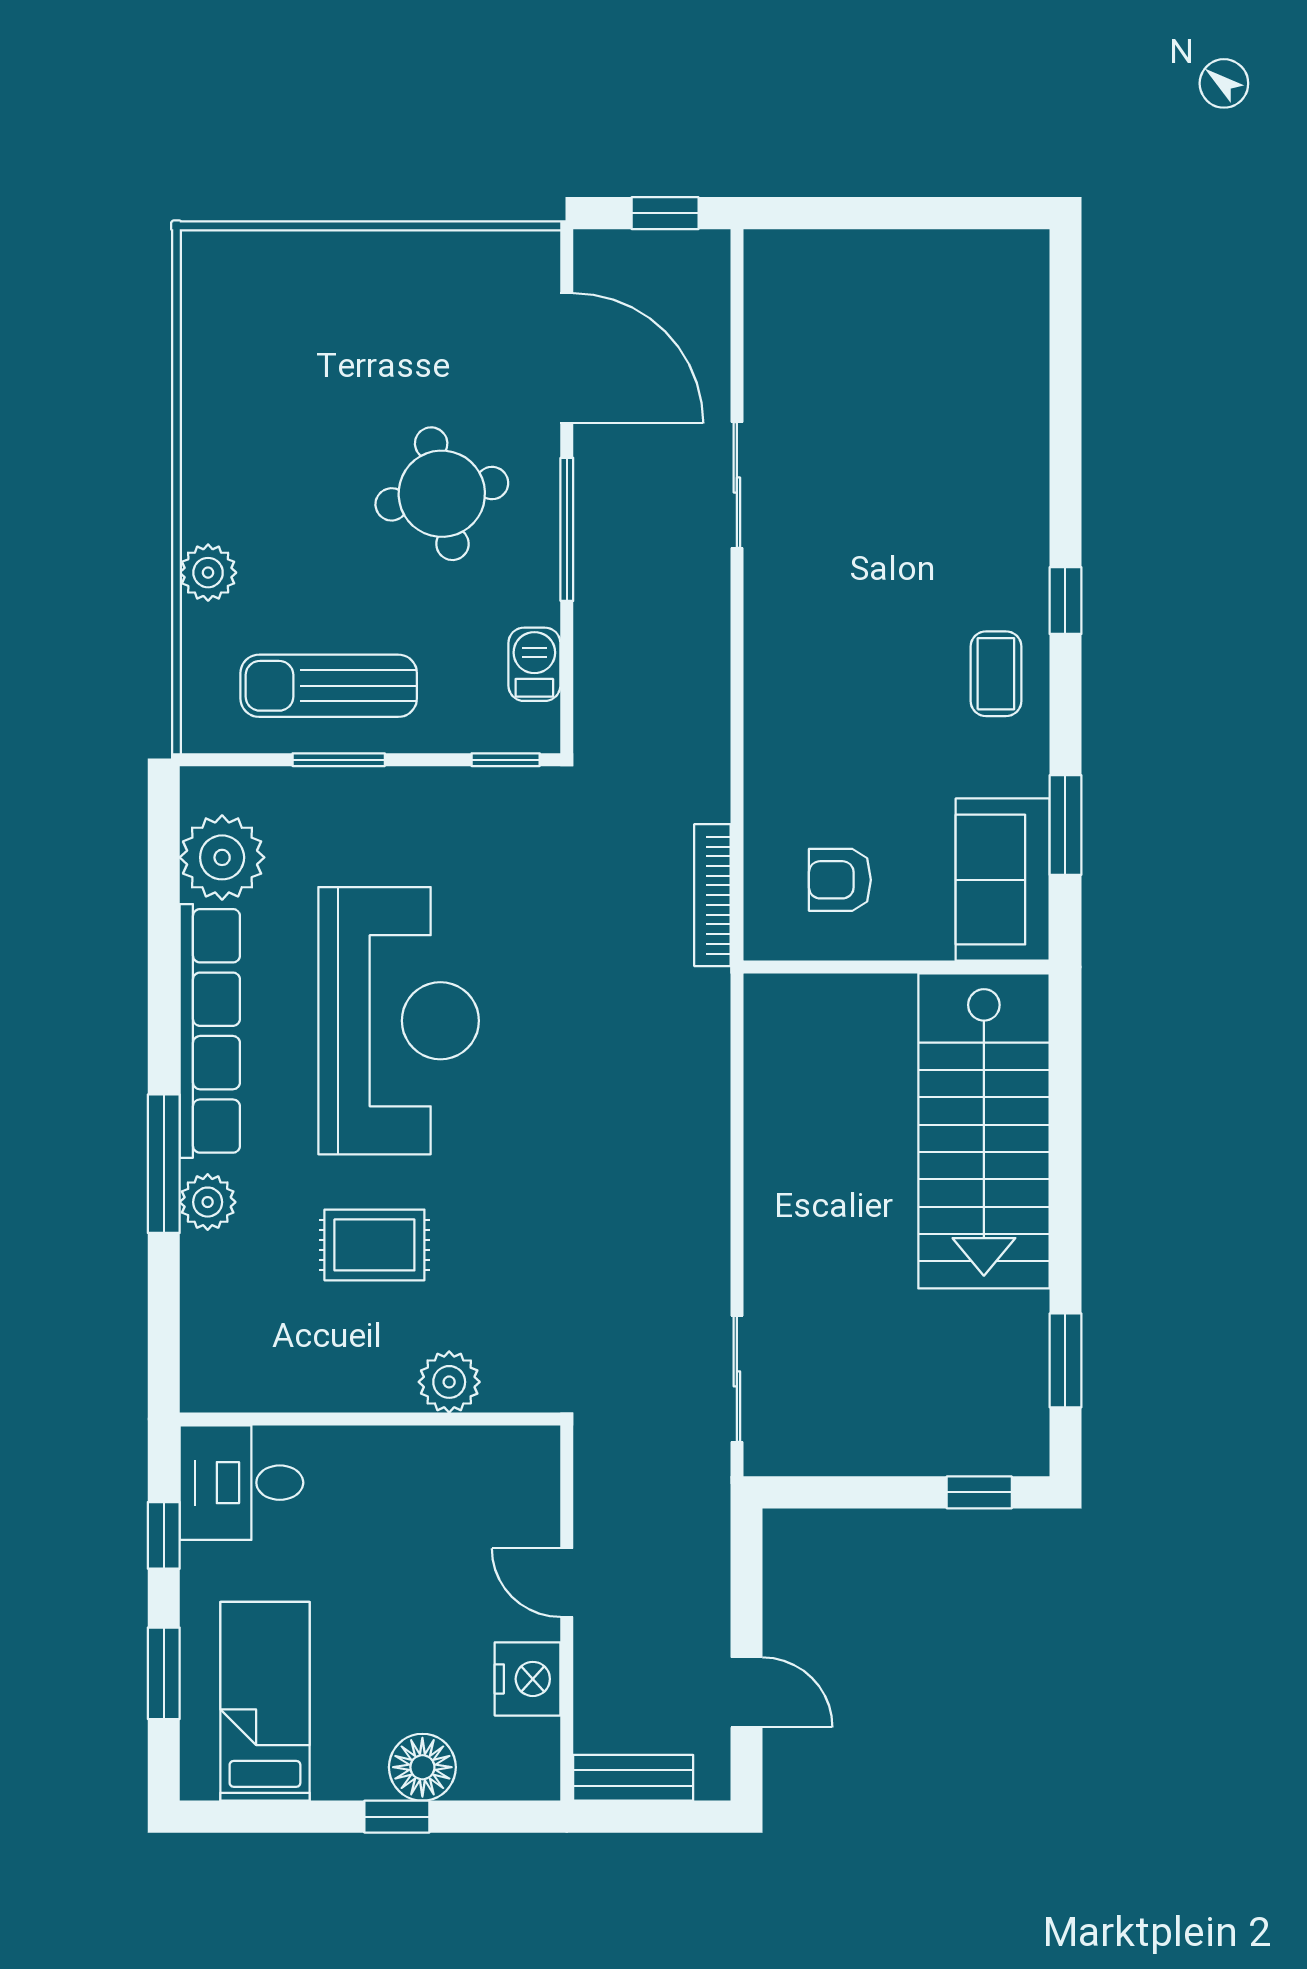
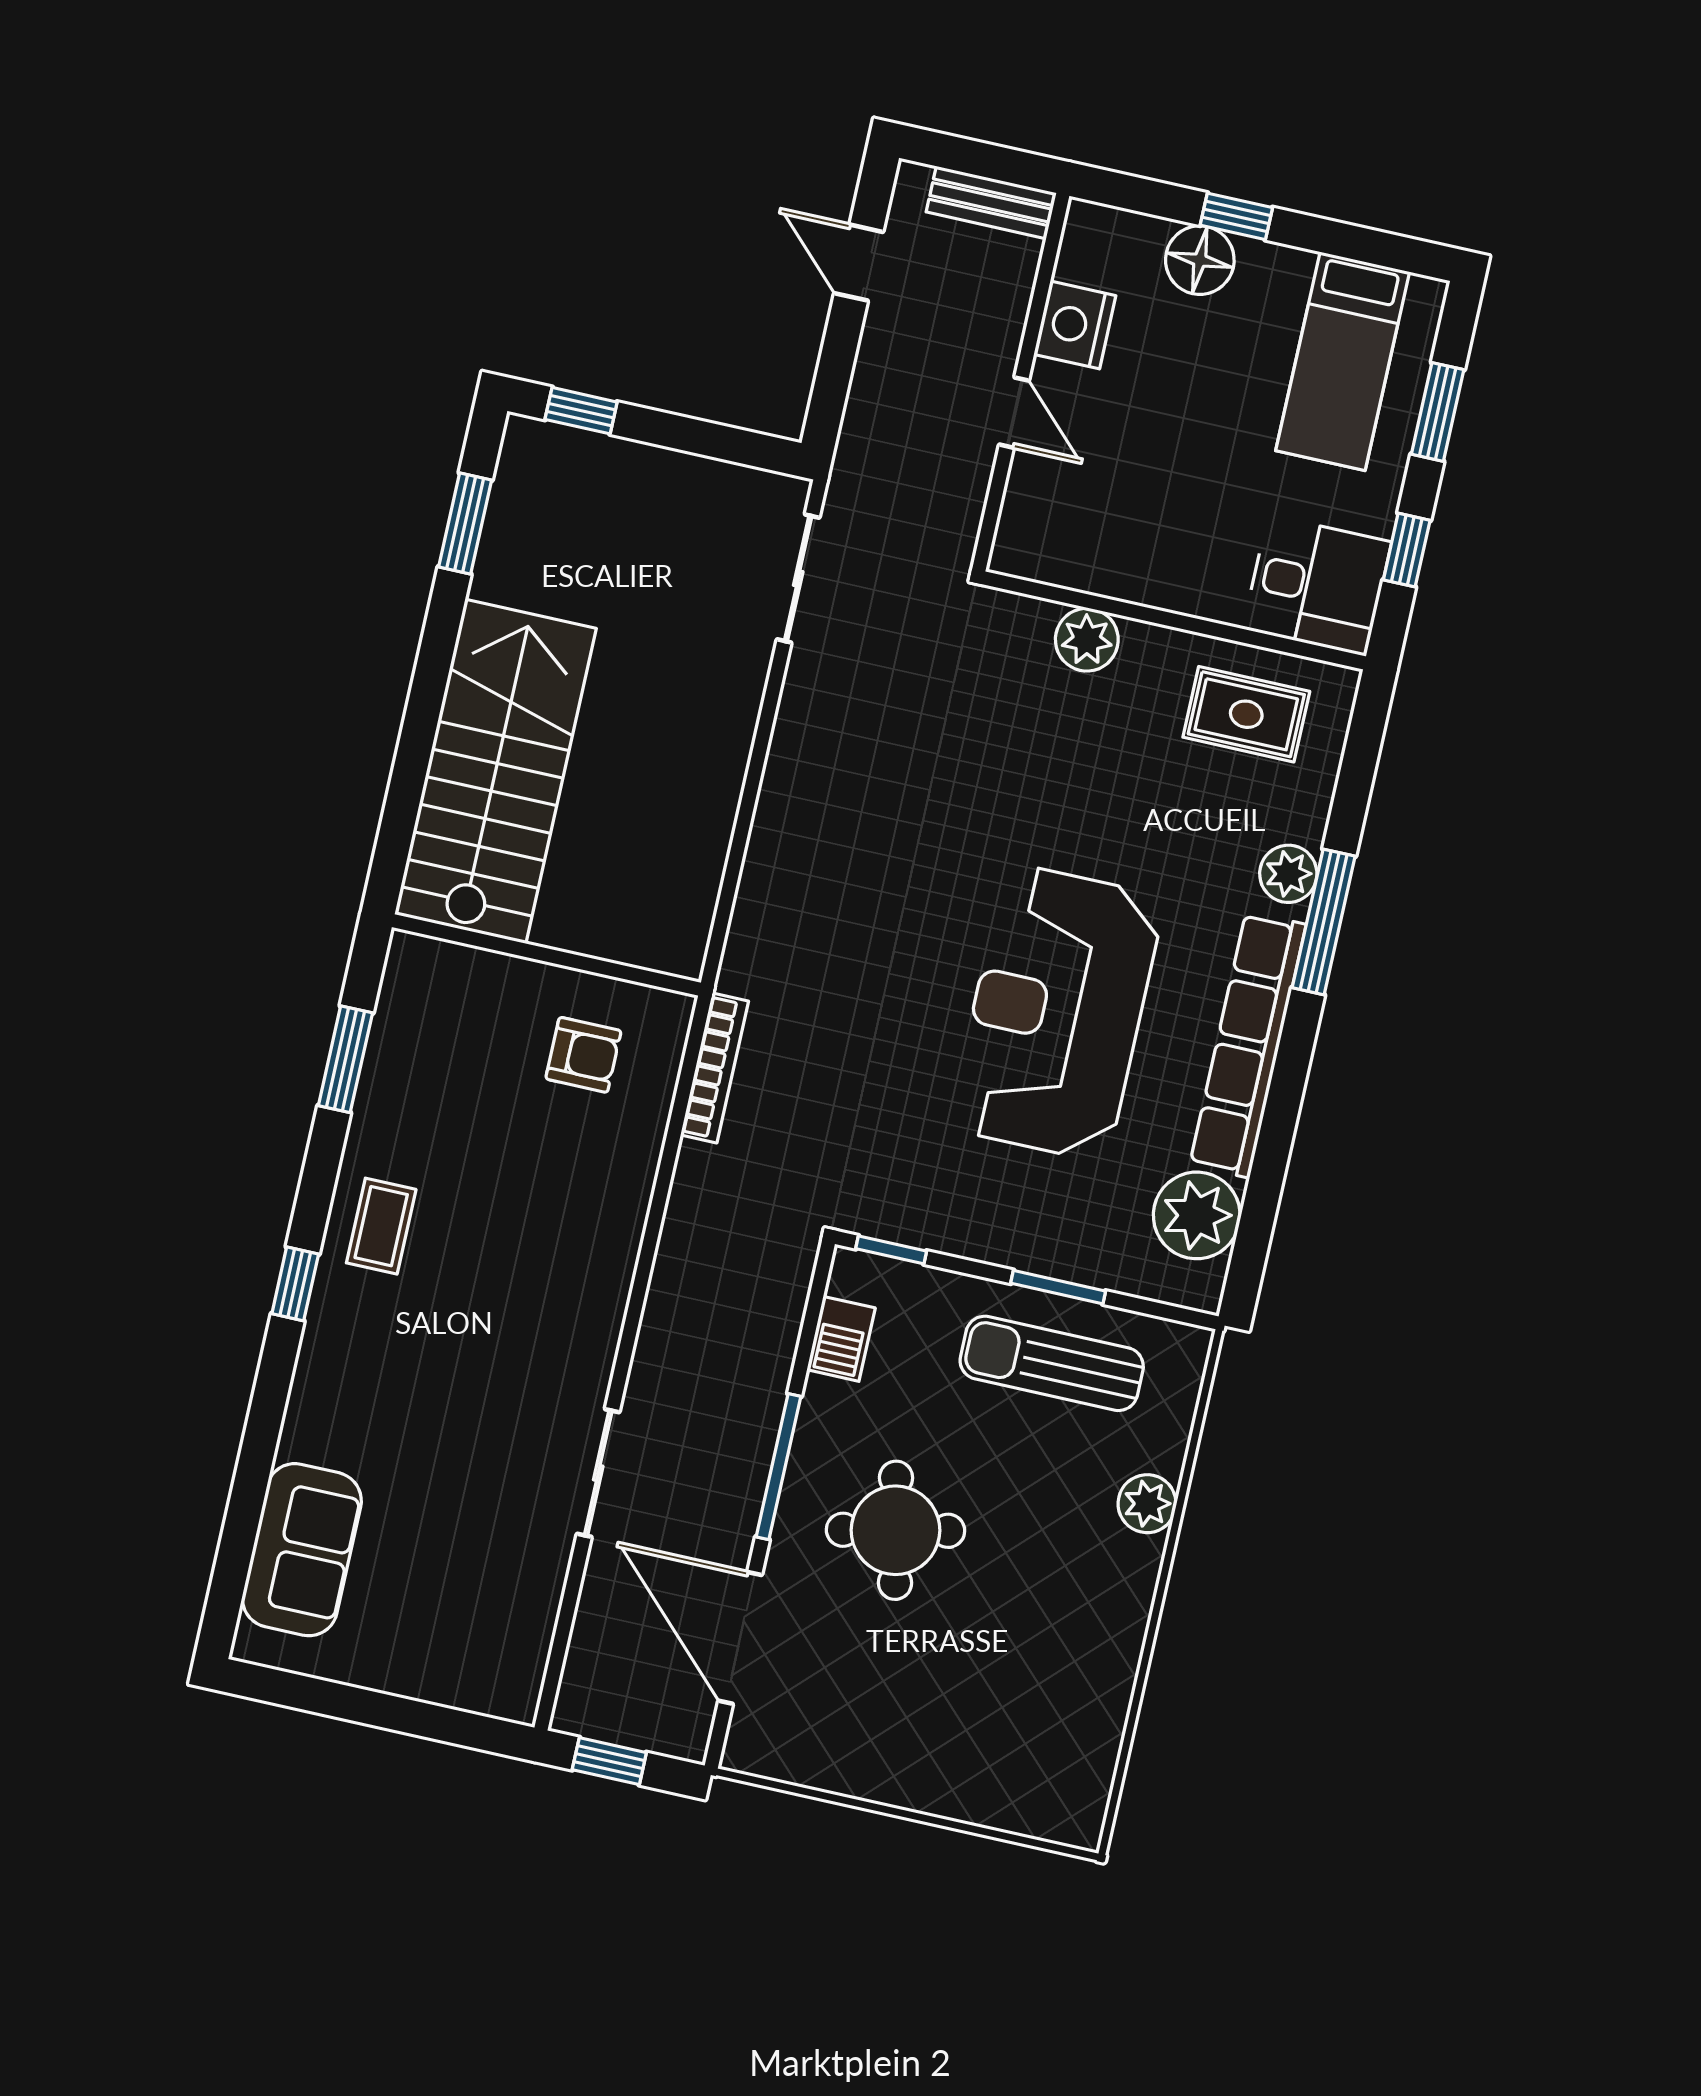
sun lounger: (329, 686) -> (1052, 1363), turned 180
sofa: (1003, 880) -> (302, 1550), moved
rug: (374, 1245) -> (1246, 714), moved

